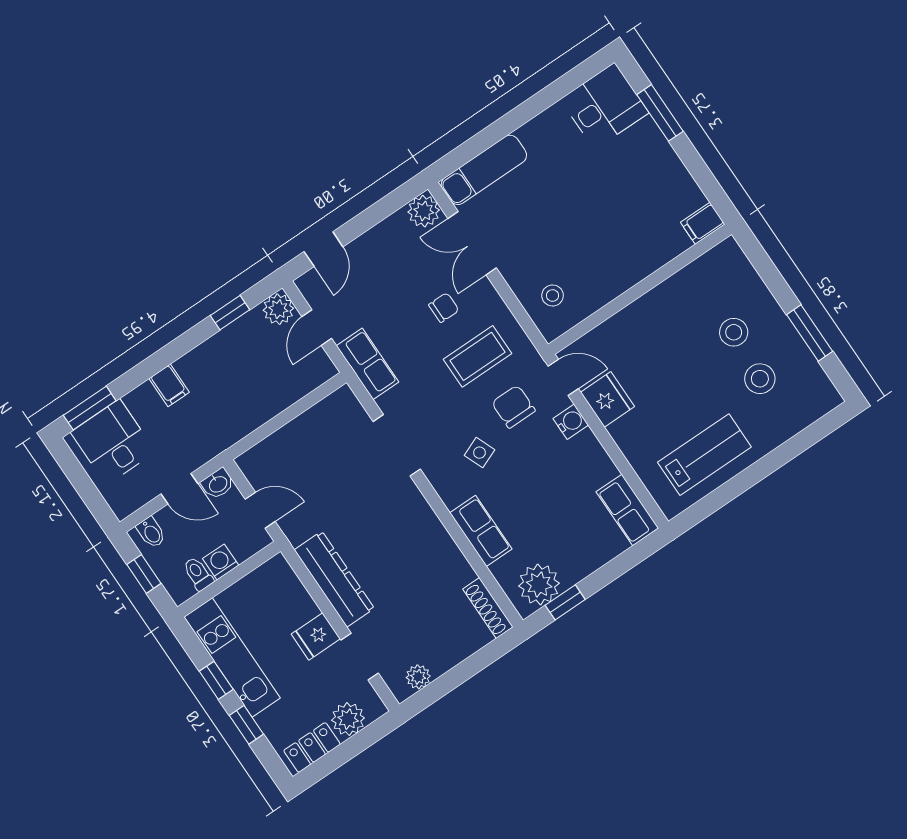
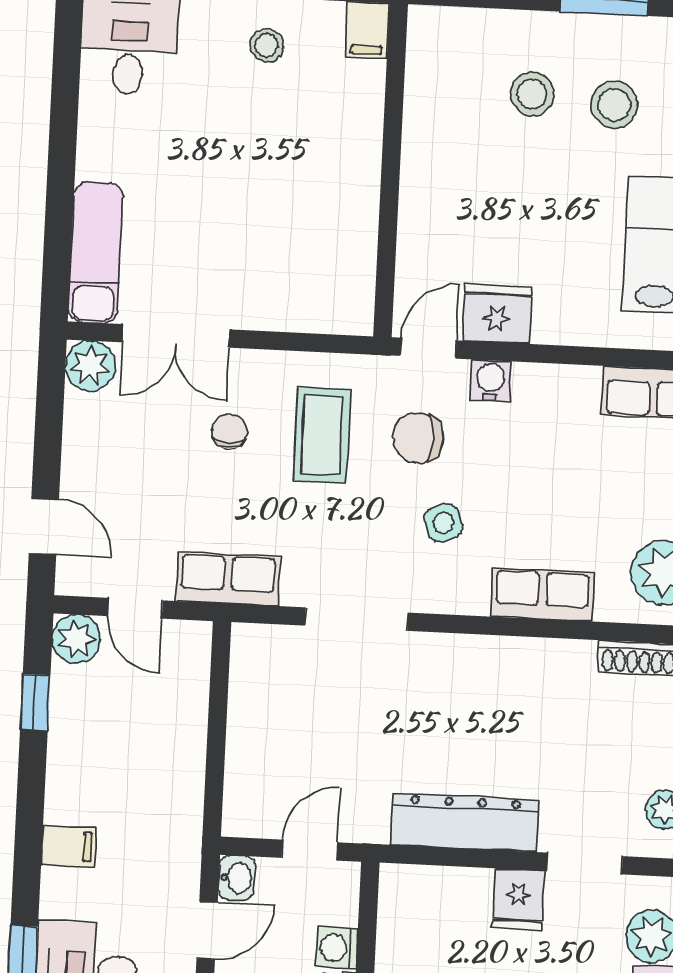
stool: (553, 295) -> (267, 45), moved

